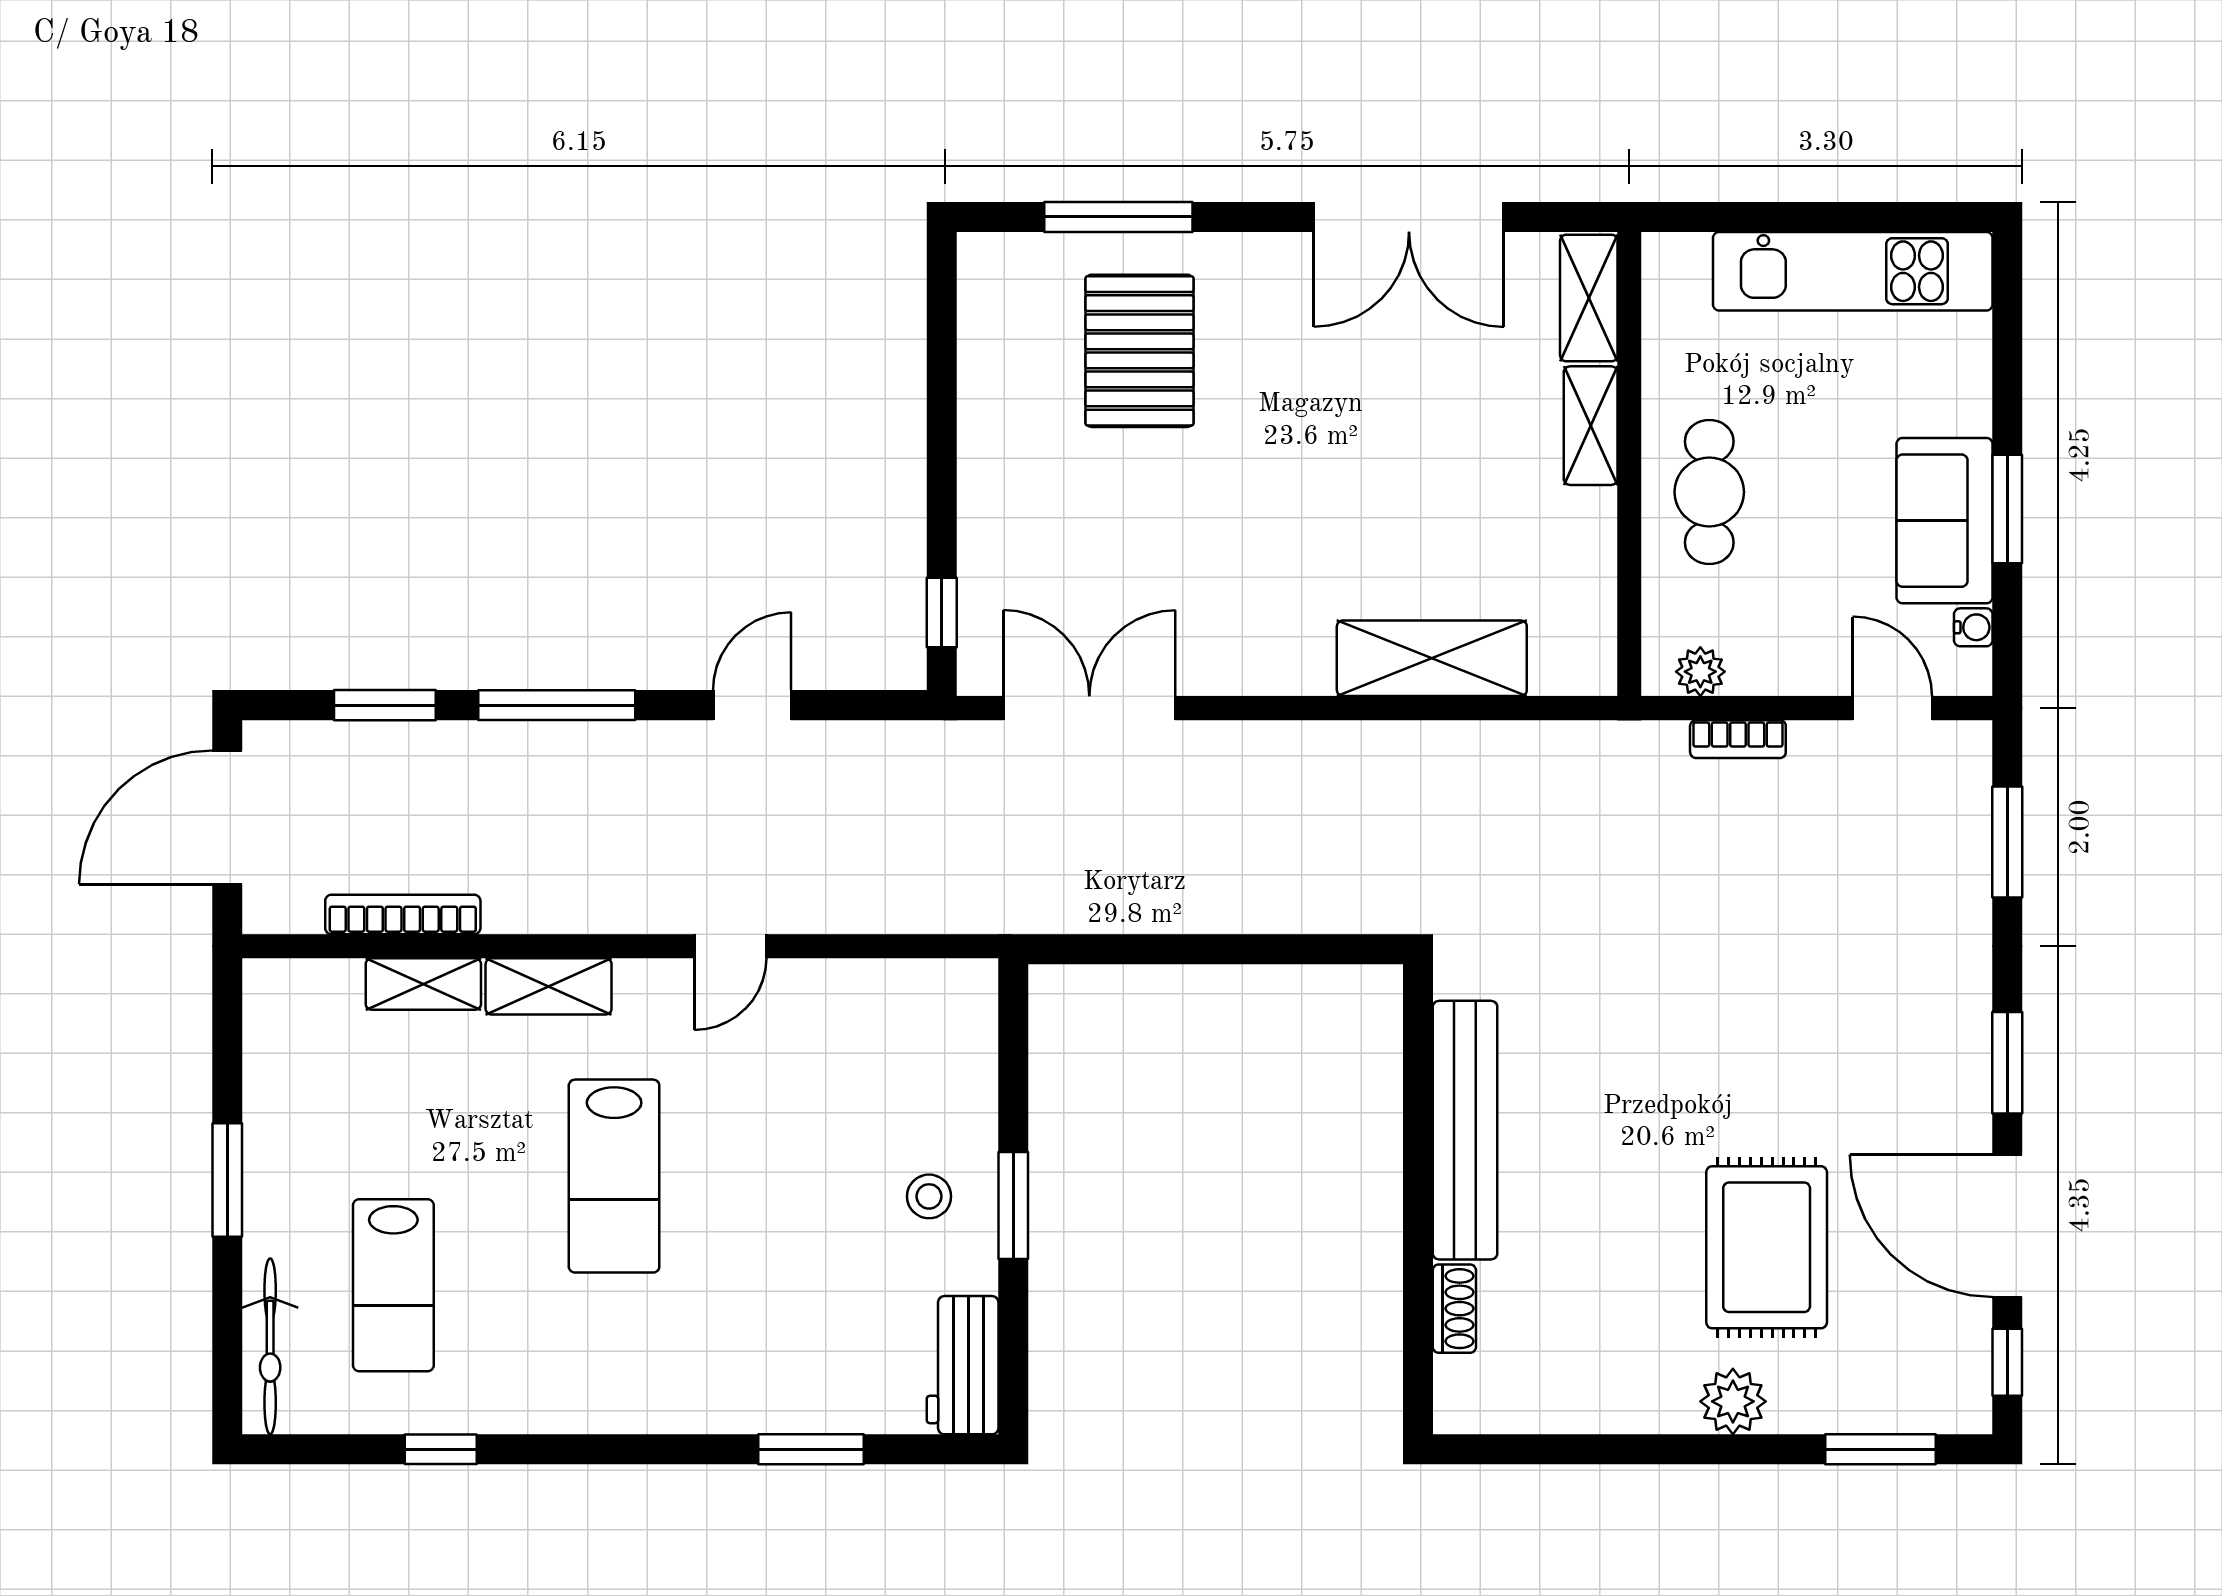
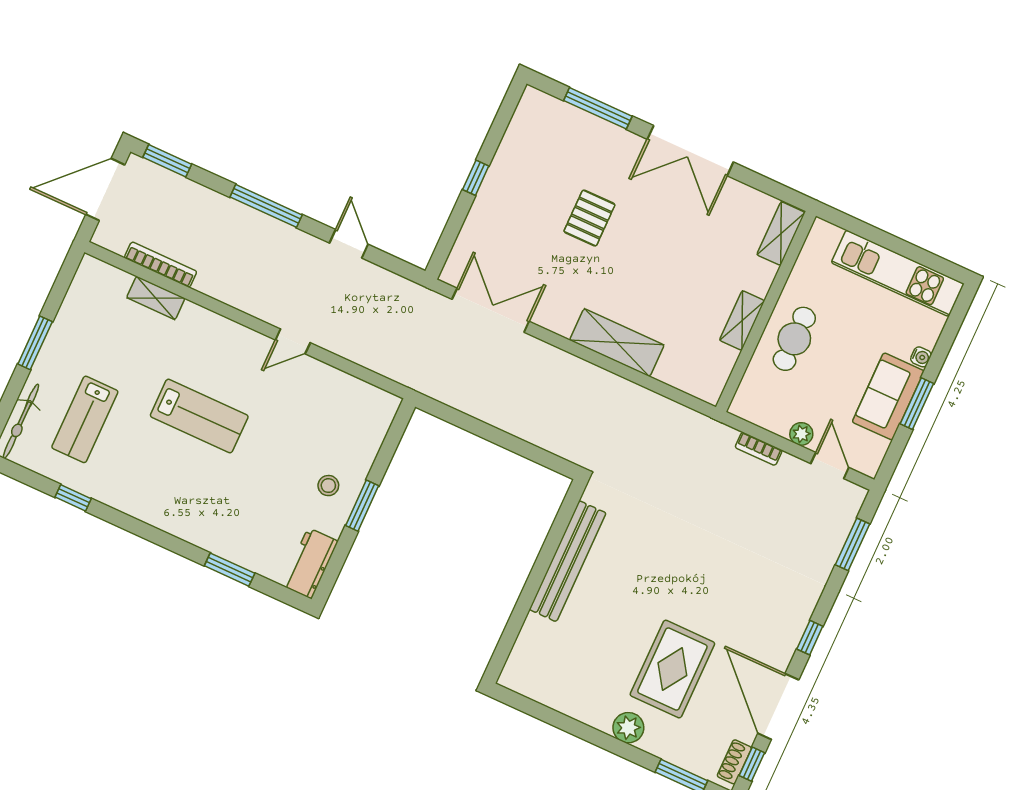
double door: (1409, 217) -> (690, 151), moved
pallet: (1139, 351) -> (589, 218), moved, width x0.67, depth x0.71
shelving: (1591, 426) -> (742, 320), moved
window: (942, 613) -> (476, 178), moved
water cooler: (1973, 627) -> (921, 357), moved
shelving: (1432, 658) -> (617, 343), moved
plant: (1700, 672) -> (801, 434), moved
window: (385, 705) -> (167, 161), moved
door: (752, 705) -> (349, 244), hinge flipped
shelving: (549, 986) -> (208, 323), removed
window: (2007, 1063) -> (810, 638), width x0.67
lab bench: (614, 1176) -> (199, 416), turned -90
shoe rack: (1454, 1309) -> (734, 762), moved, turned 180

